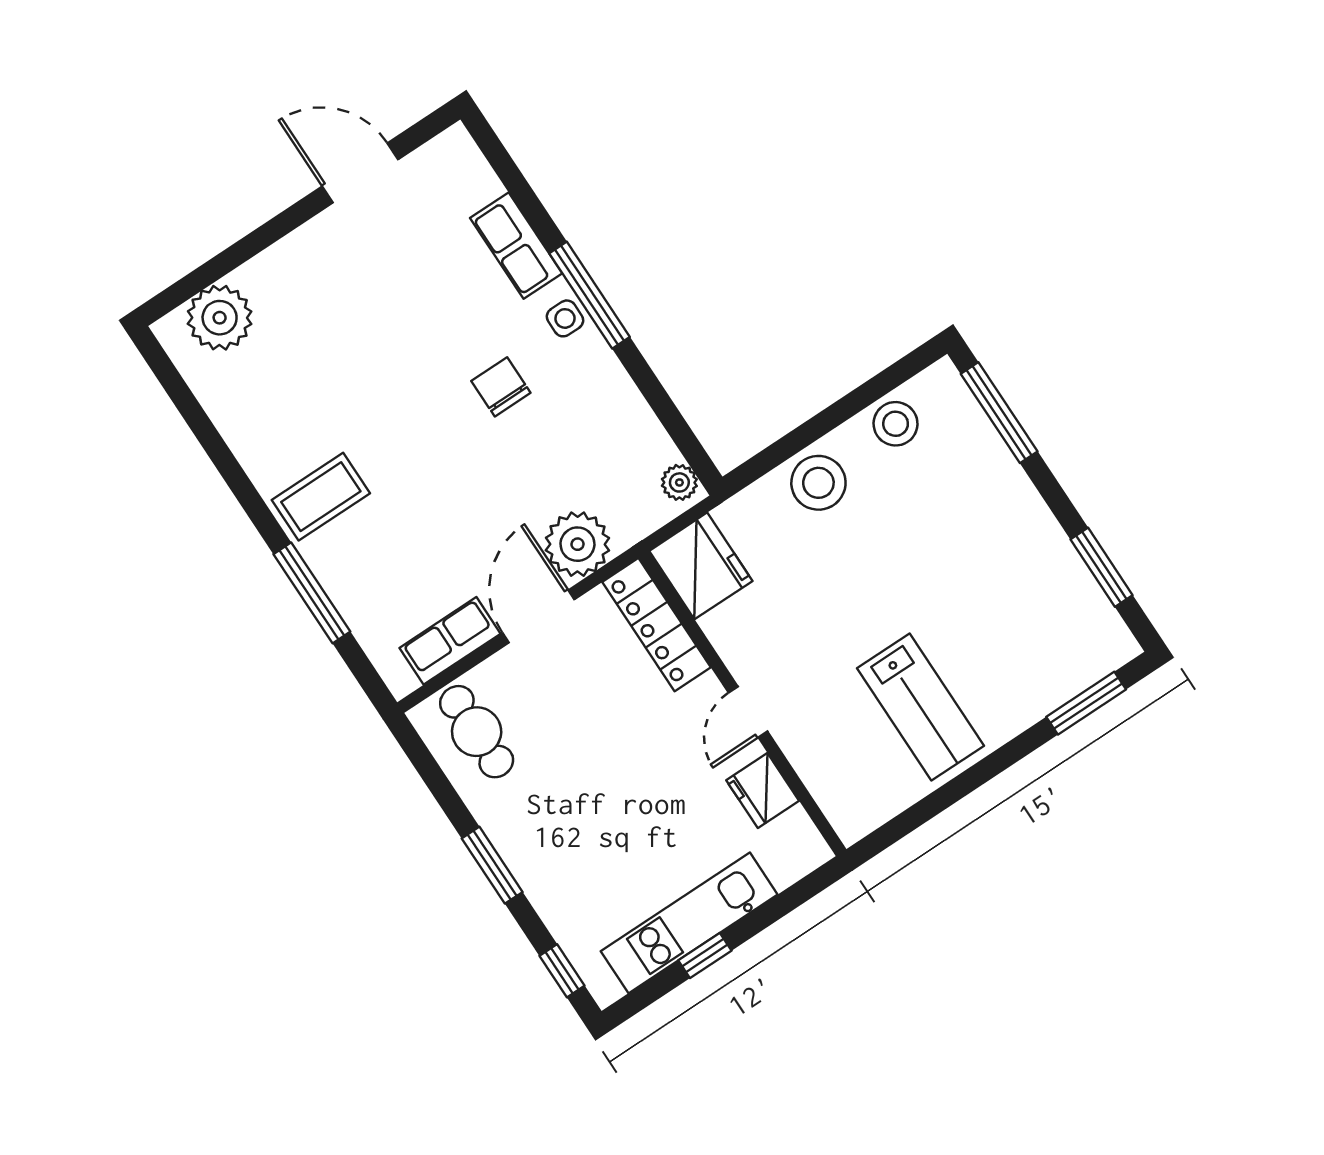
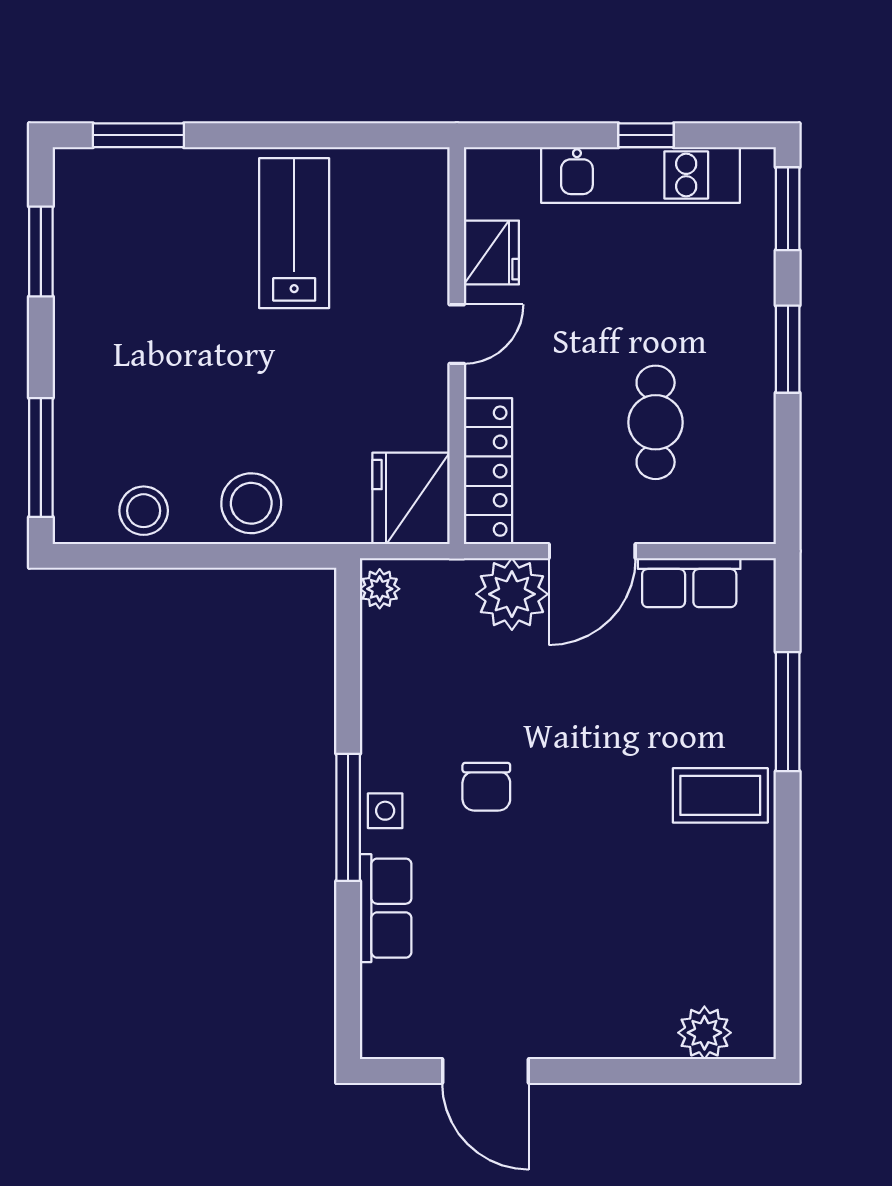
plant: (220, 318) -> (704, 1033), width x0.73, depth x0.73
cafe table: (477, 732) -> (656, 422), moved
window: (562, 971) -> (788, 209), width x1.50

